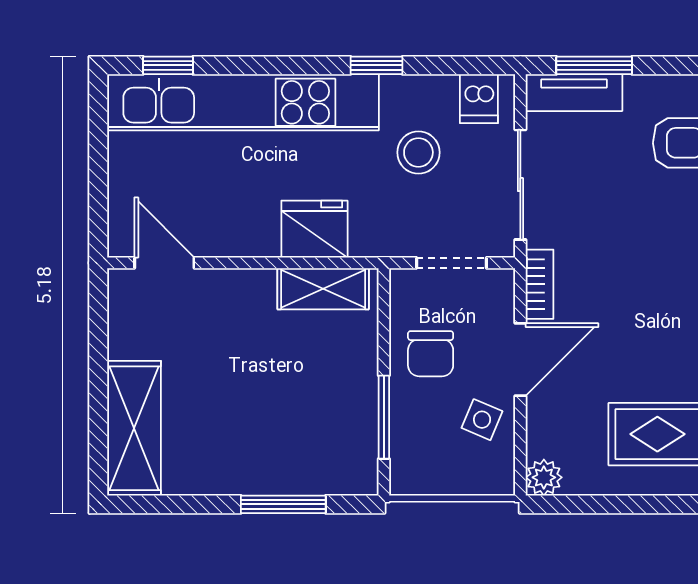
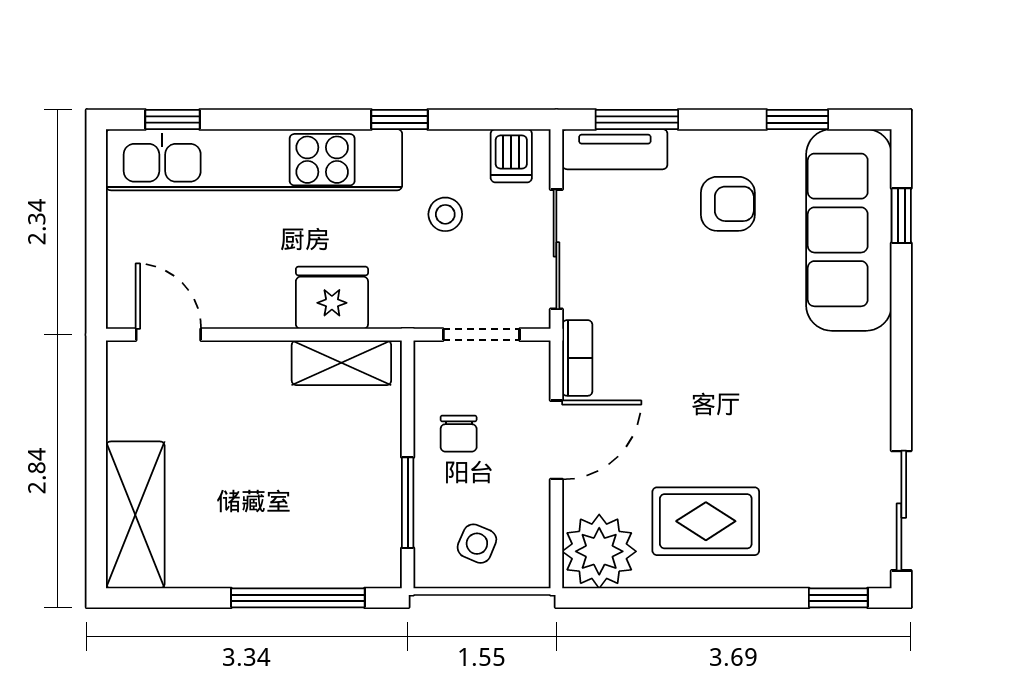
stool: (418, 152) -> (445, 214), width x0.73, depth x0.73
chair: (431, 354) -> (459, 434), width x0.73, depth x0.73
side table: (482, 420) -> (477, 544), moved
plant: (544, 477) -> (599, 551), width x1.87, depth x1.87
window: (283, 504) -> (298, 598), width x1.44

